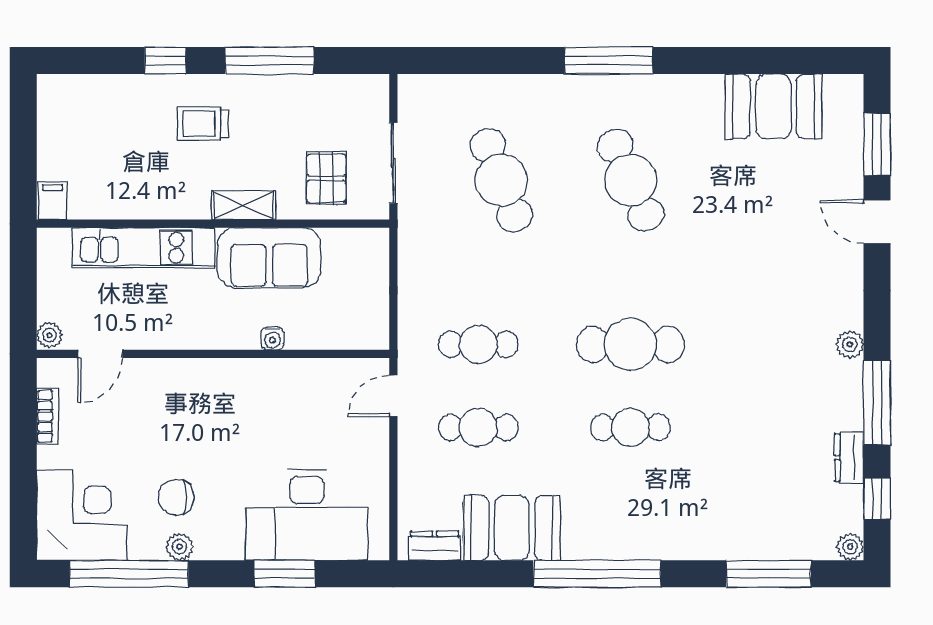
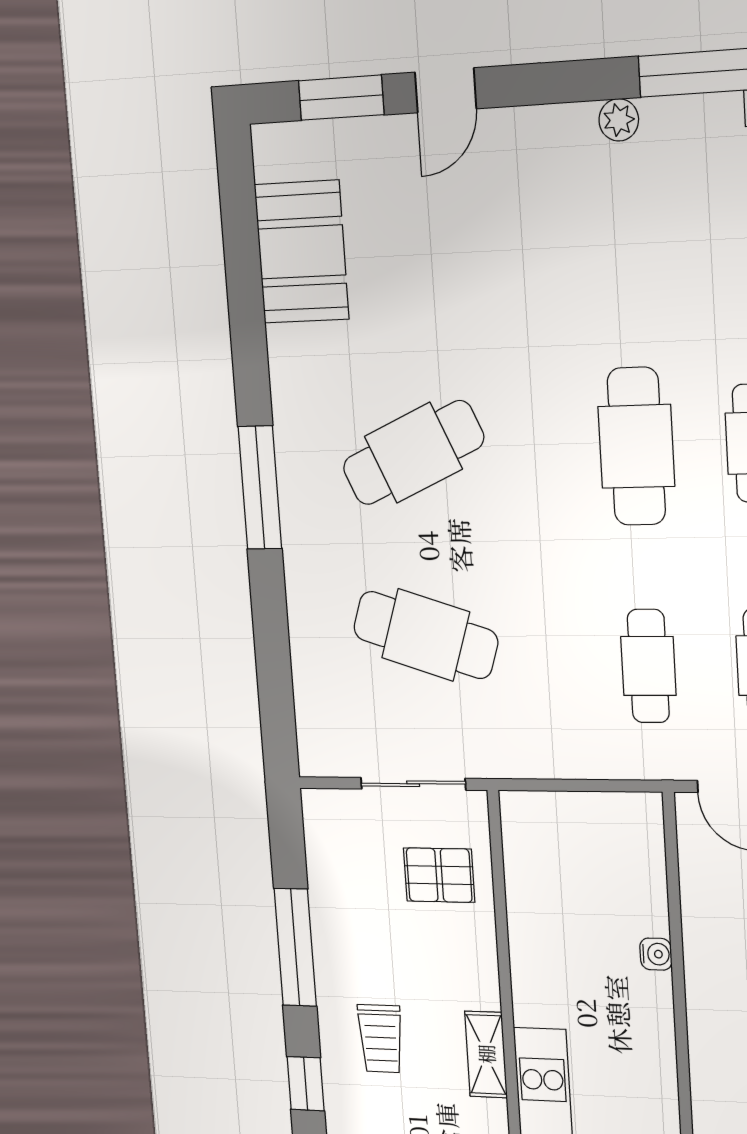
cafe table: (501, 180) -> (426, 635), turned 39
shelving: (244, 205) -> (486, 1054), moved
sofa: (269, 258) -> (548, 955), removed

